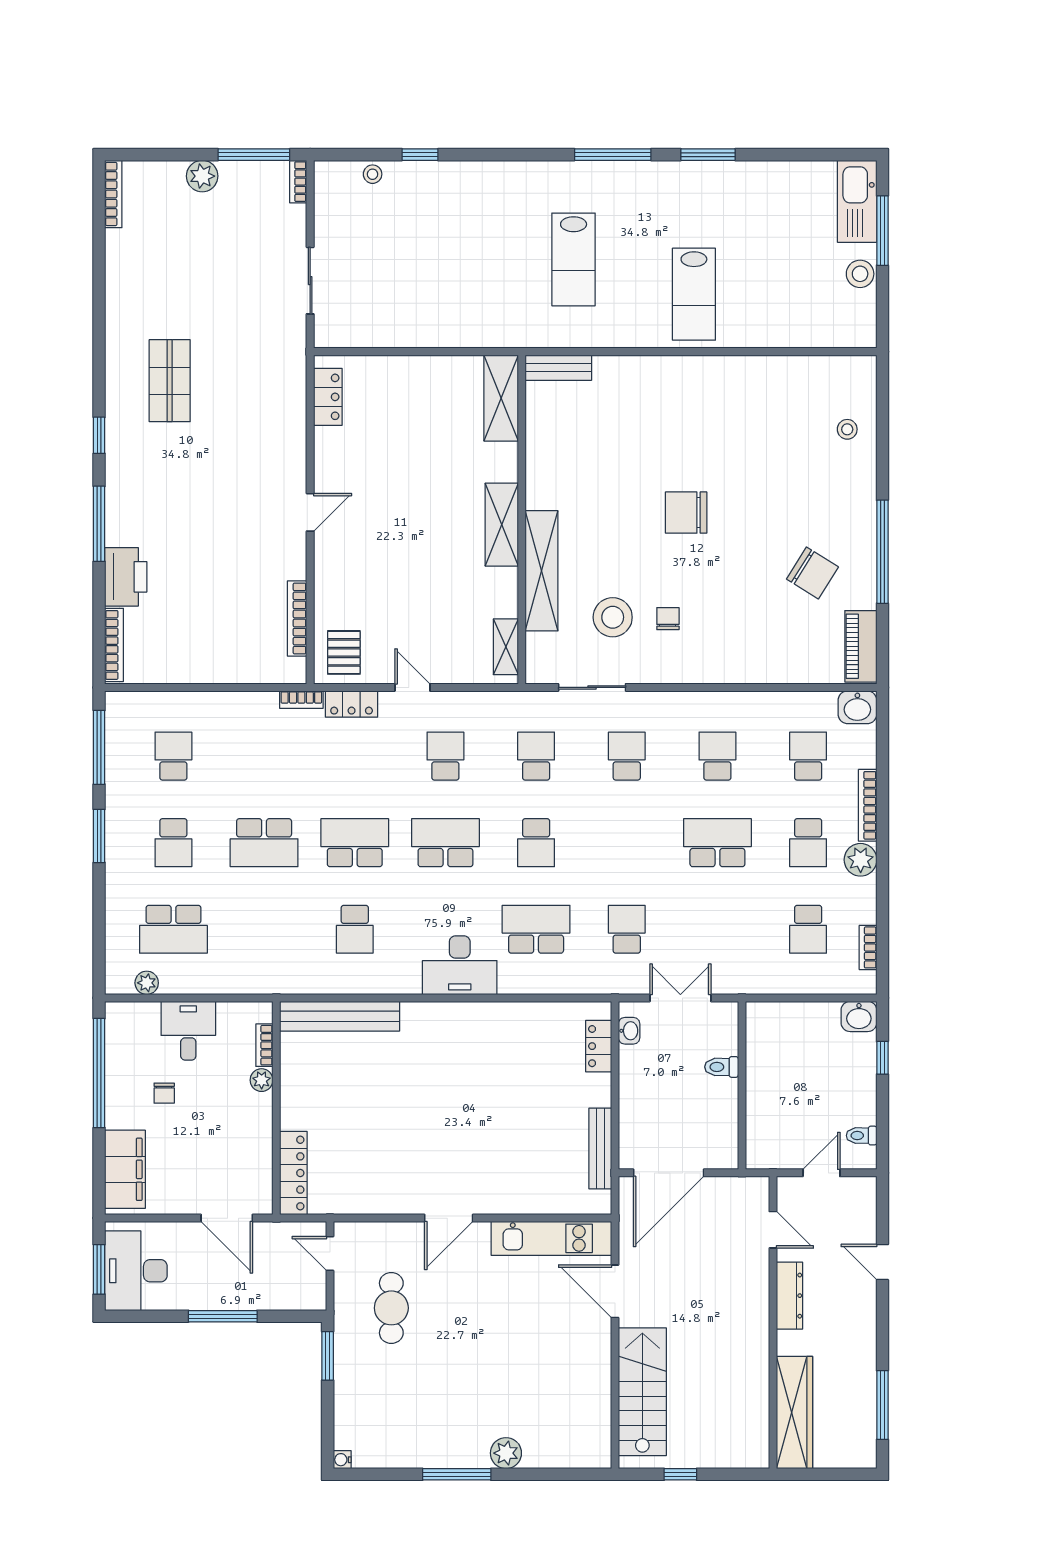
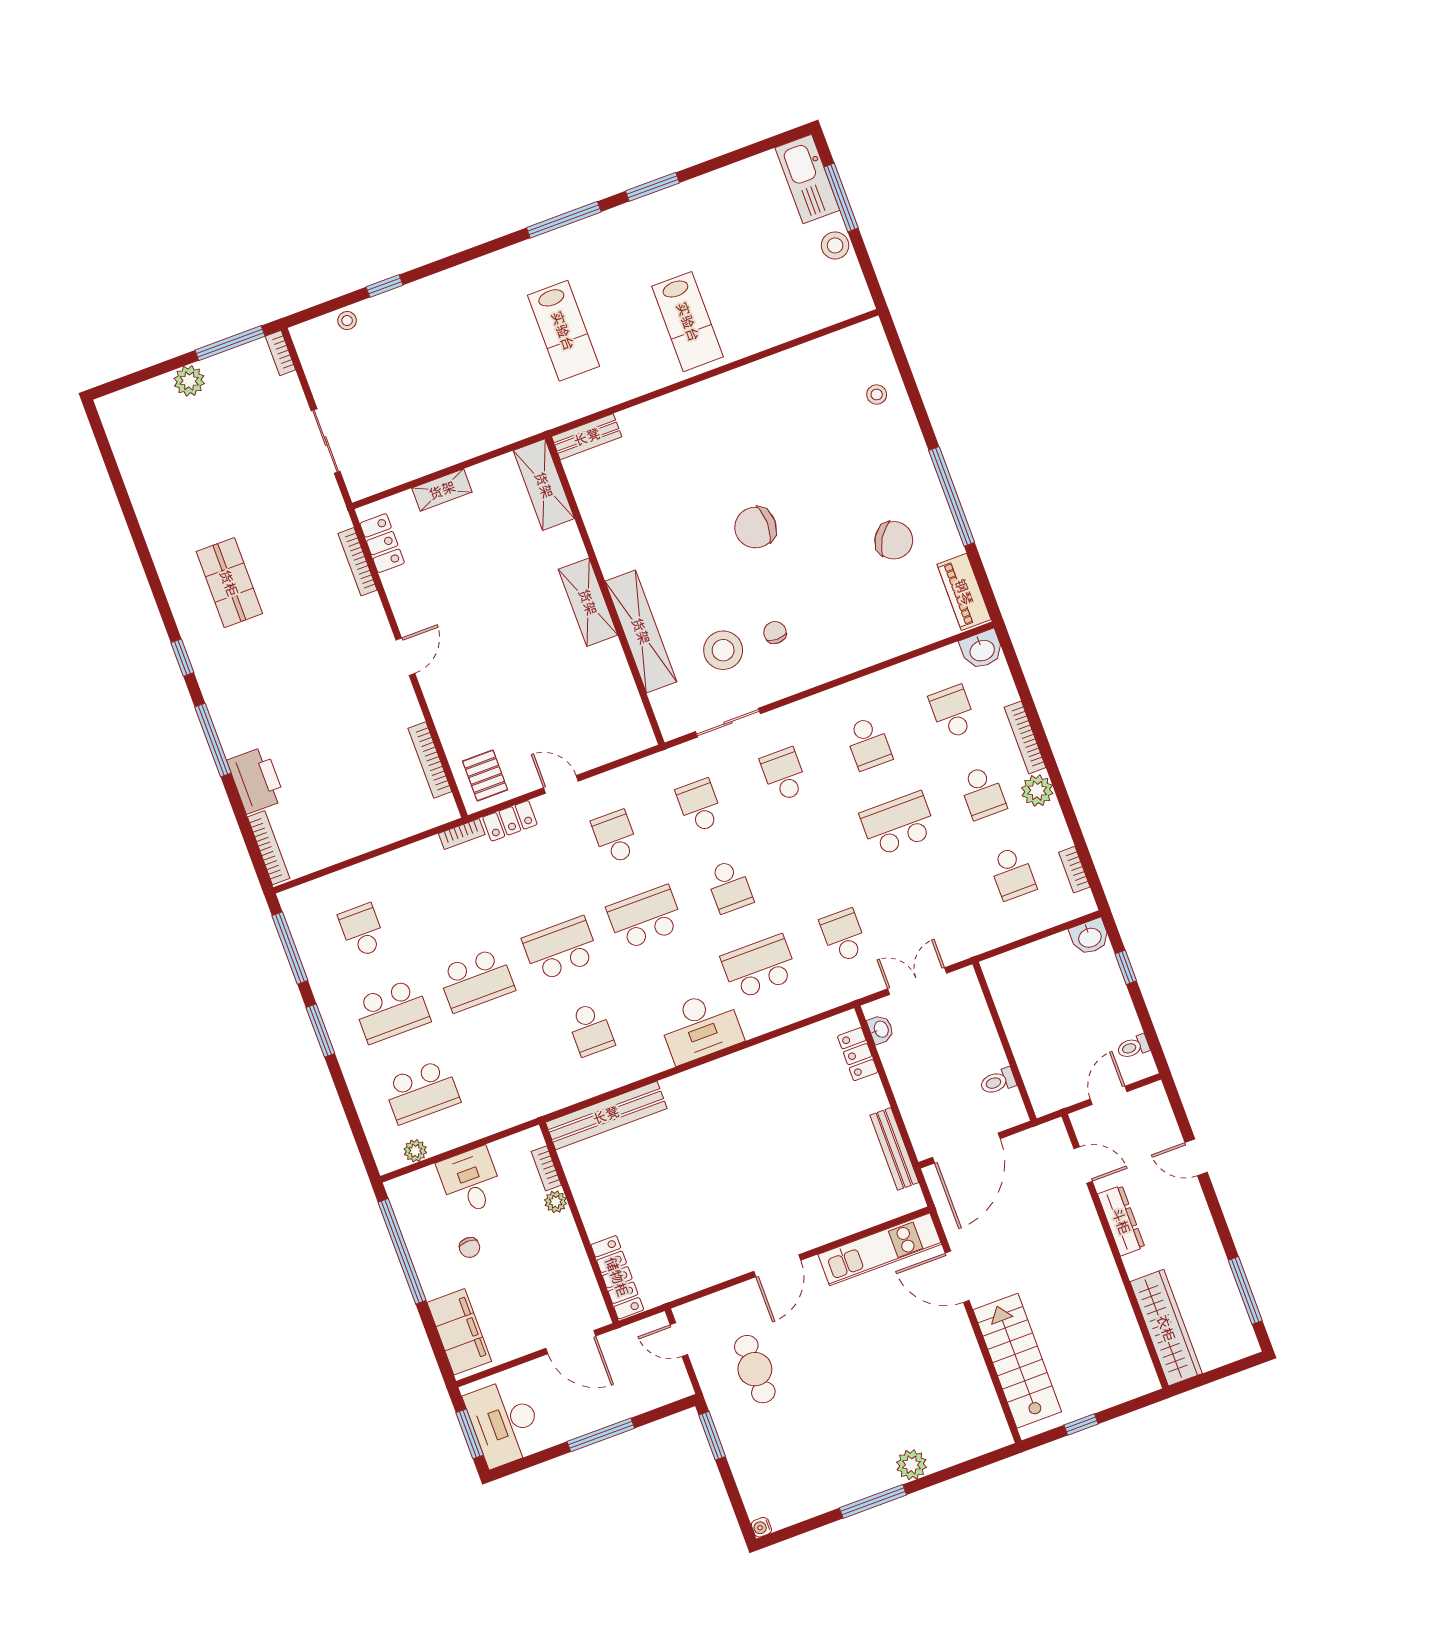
bookcase: (113, 194) -> (358, 562), moved, turned 180
shelving: (506, 647) -> (442, 490), moved, turned 90
school desk: (717, 756) -> (868, 743), turned 180
school desk: (173, 843) -> (392, 1011), width x1.85
toilet: (722, 1067) -> (998, 1081), moved

